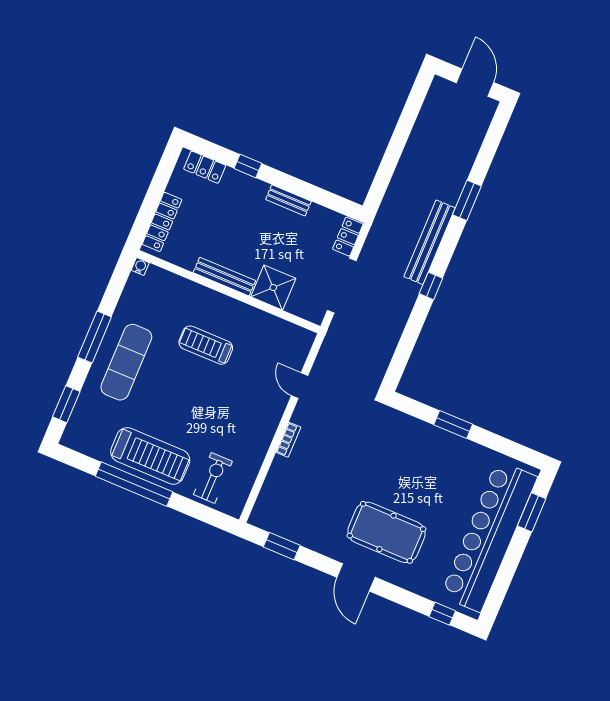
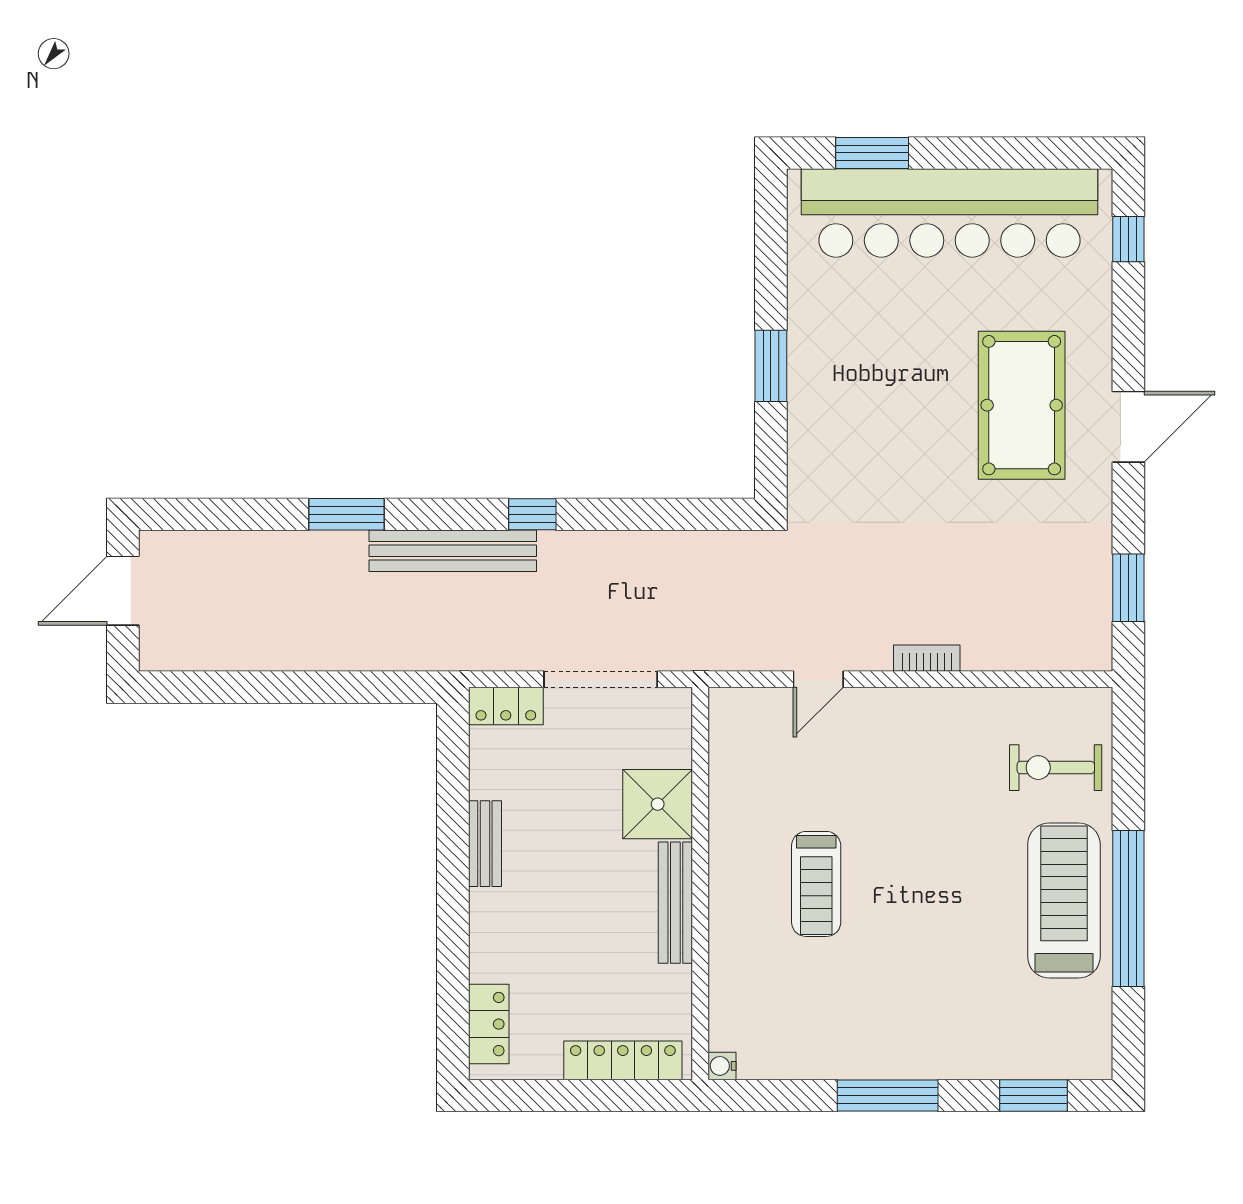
window: (248, 166) -> (453, 945), removed
exercise mat: (126, 362) -> (909, 1017), removed

